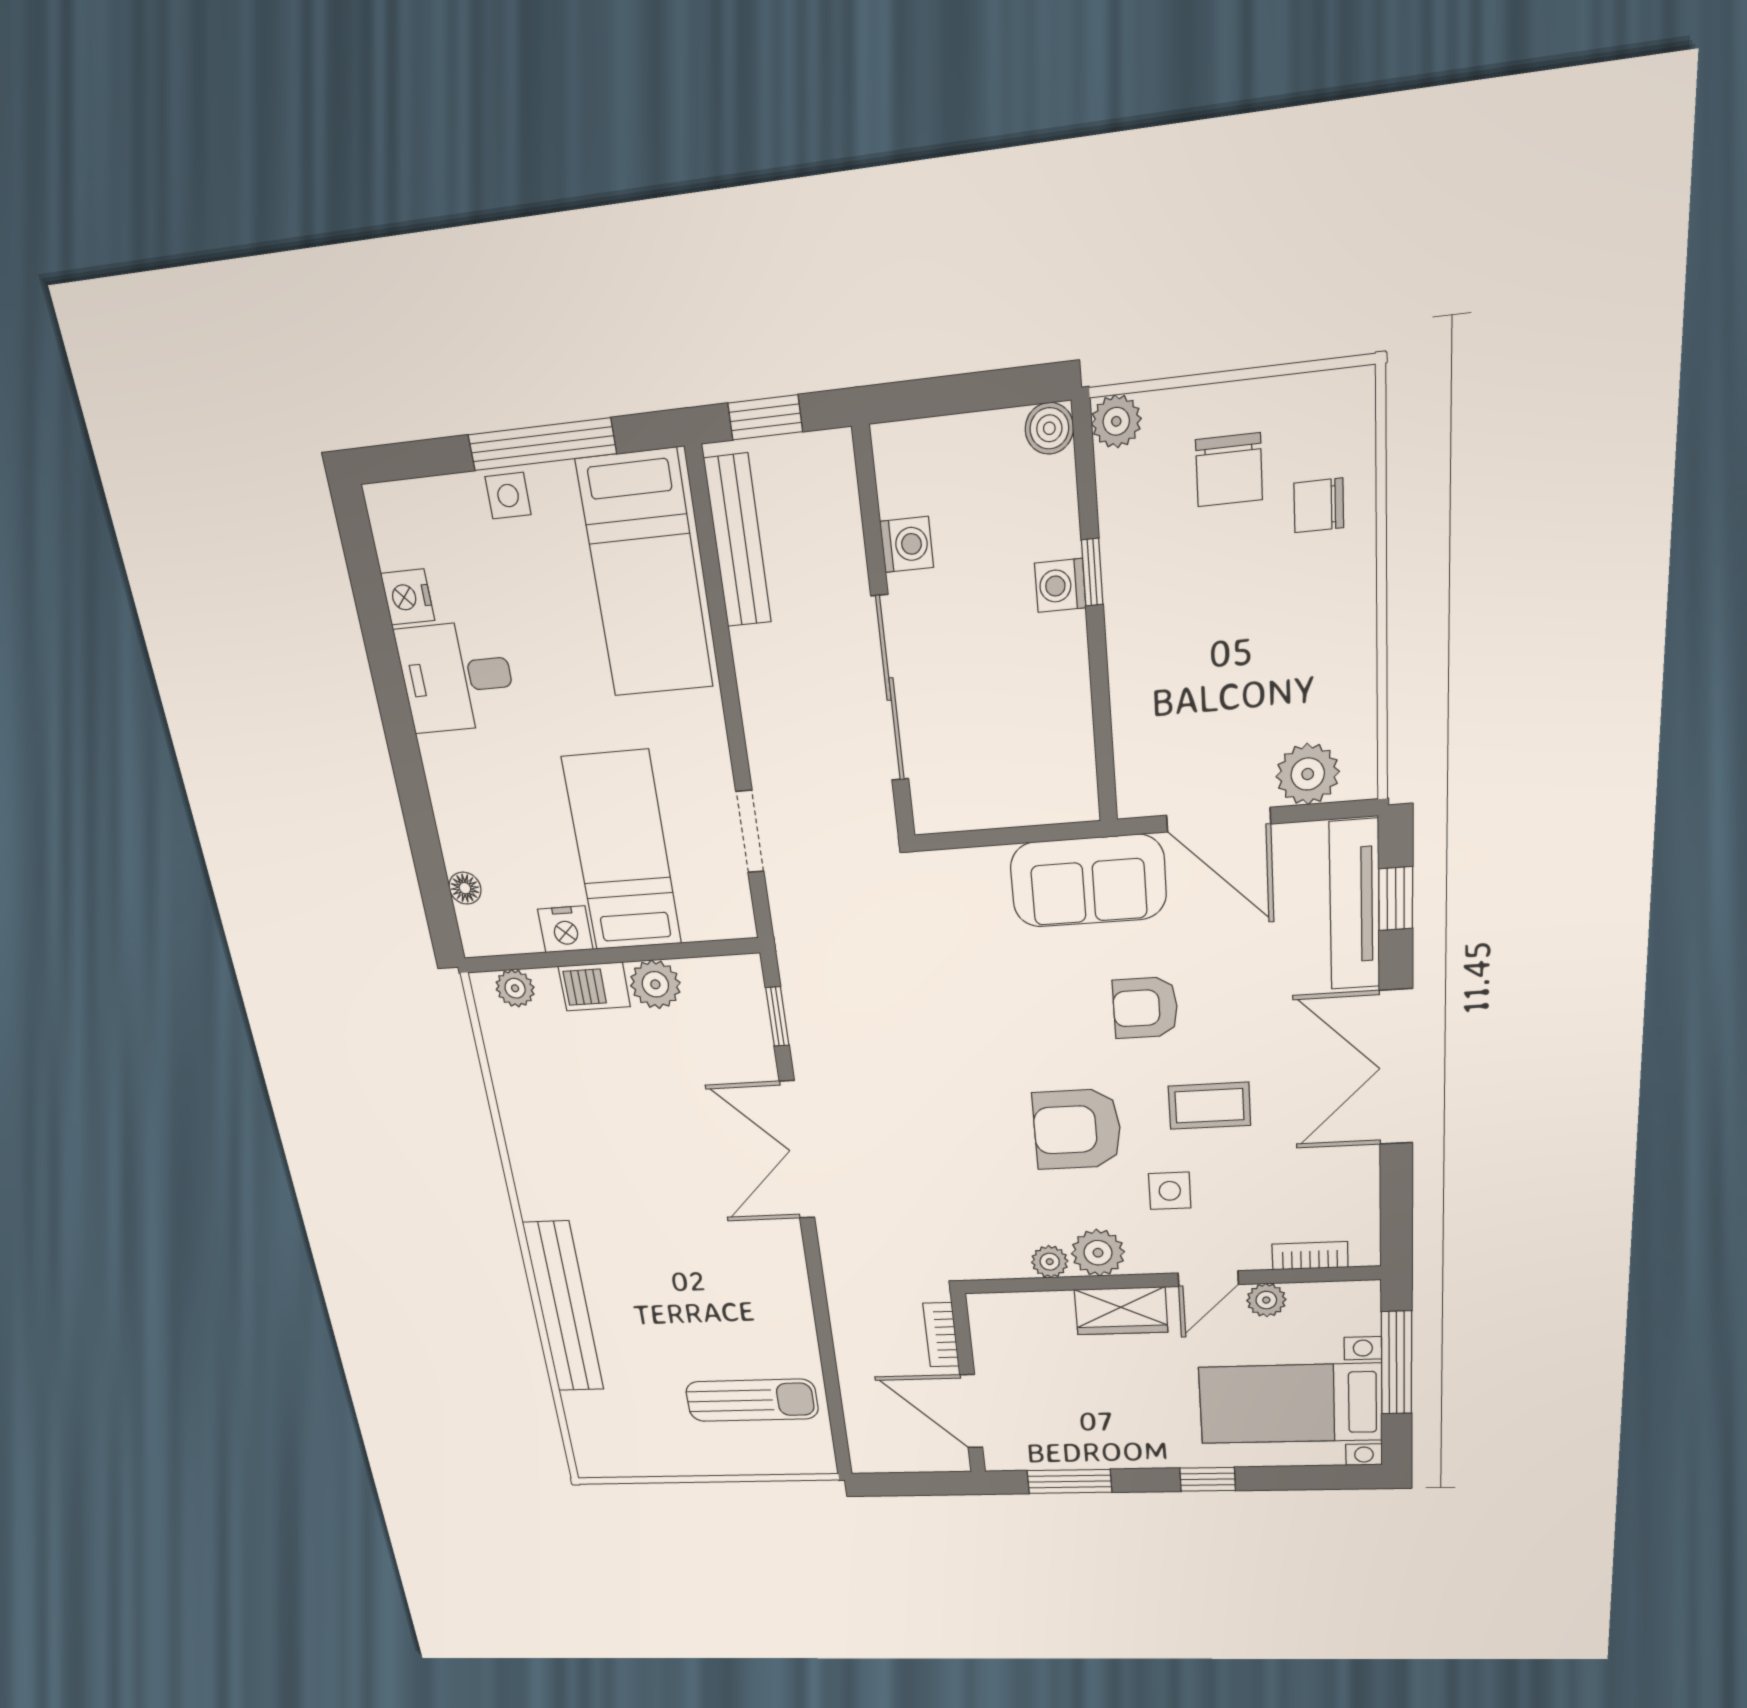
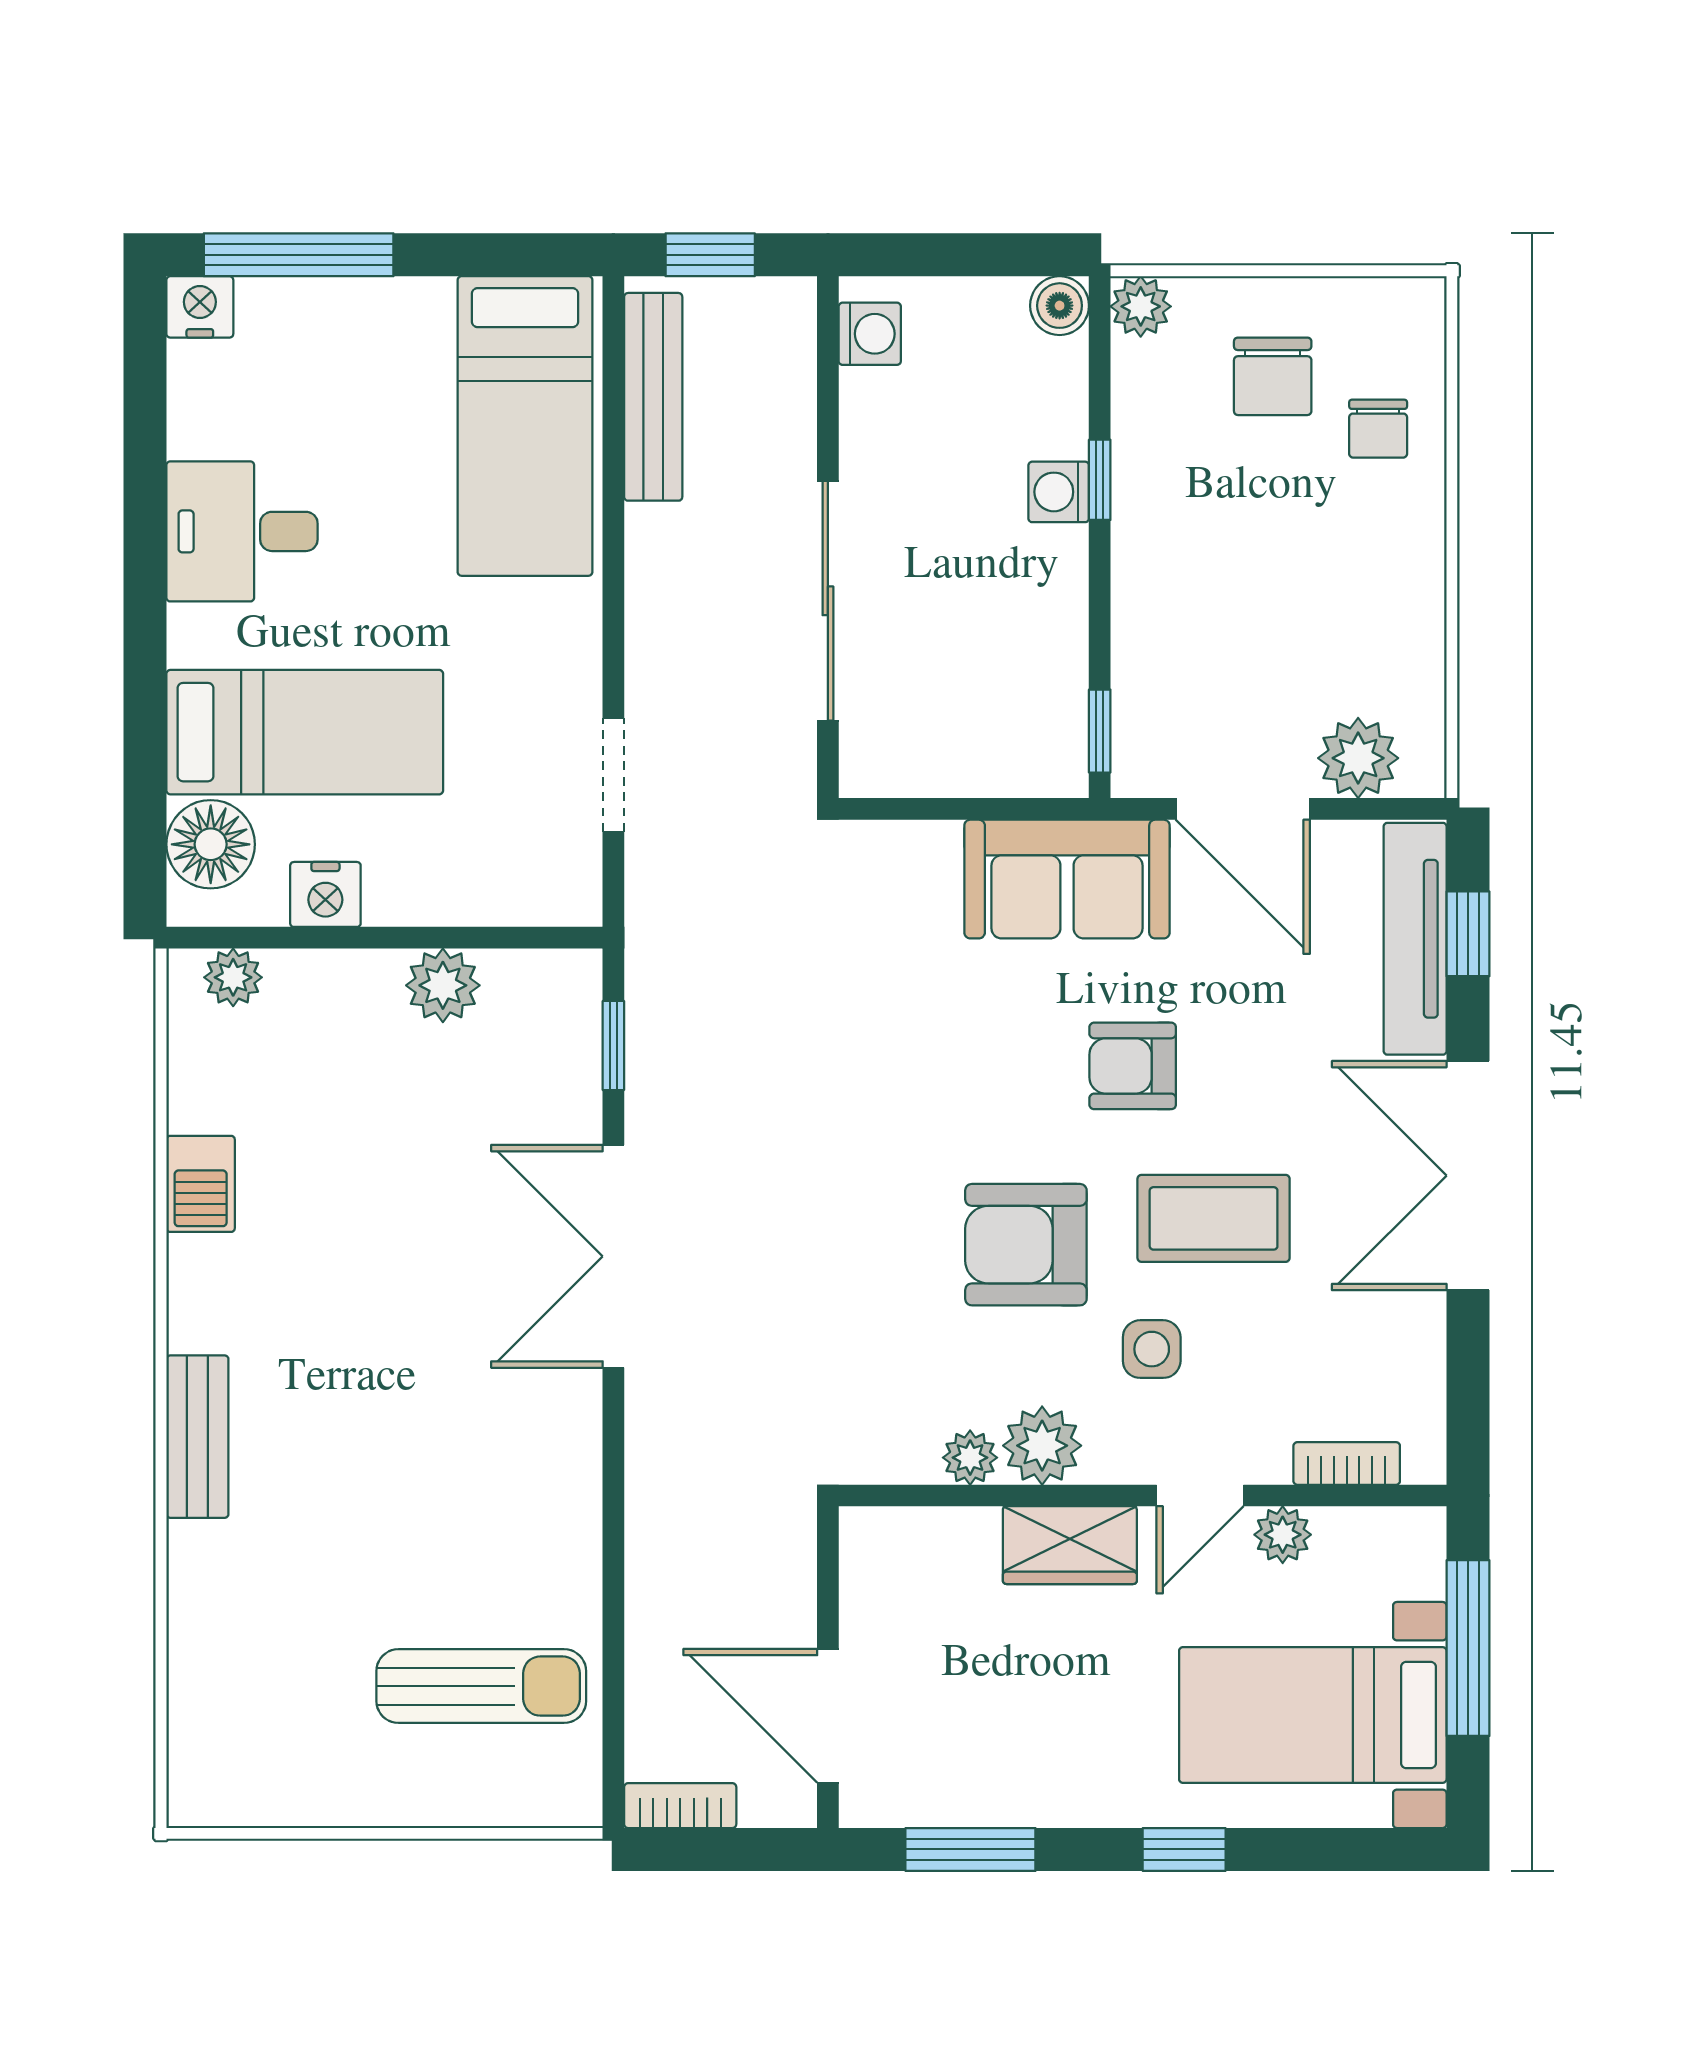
window: (542, 444) -> (299, 255), moved
side table: (508, 496) -> (361, 311), removed
chair: (1319, 505) -> (1378, 429), turned -90
washing machine: (907, 544) -> (870, 334), moved
nightstand: (408, 597) -> (200, 307), moved, turned 90
window: (1105, 770) -> (1100, 731), added
bed: (622, 851) -> (305, 732), moved, turned 90
floor lamp: (465, 888) -> (211, 844), width x1.89, depth x1.89
barbecue: (594, 986) -> (201, 1184), moved, turned -90
coffee table: (1209, 1106) -> (1214, 1218), width x1.36, depth x1.30
bench: (564, 1307) -> (197, 1437), width x0.54, depth x0.82
bookcase: (941, 1335) -> (680, 1806), moved, turned 90

